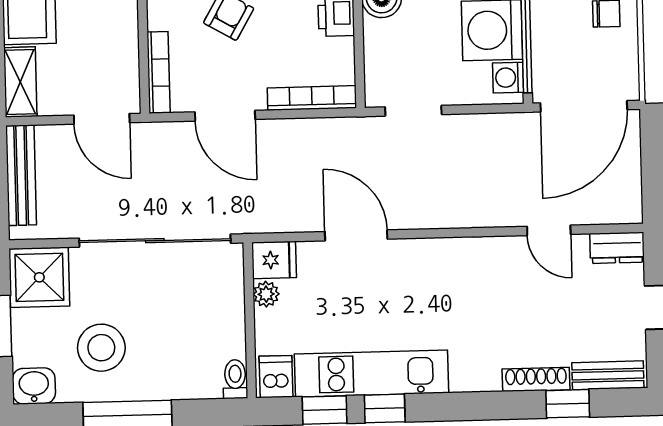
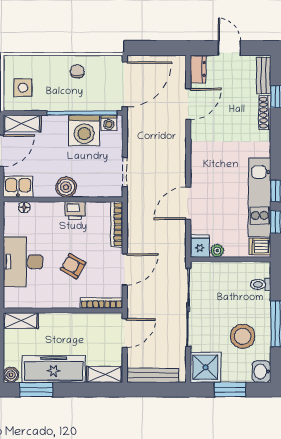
door: (584, 106) -> (125, 84), hinge flipped
door: (549, 230) -> (188, 104), width x1.38
toilet: (235, 379) -> (261, 284), moved

